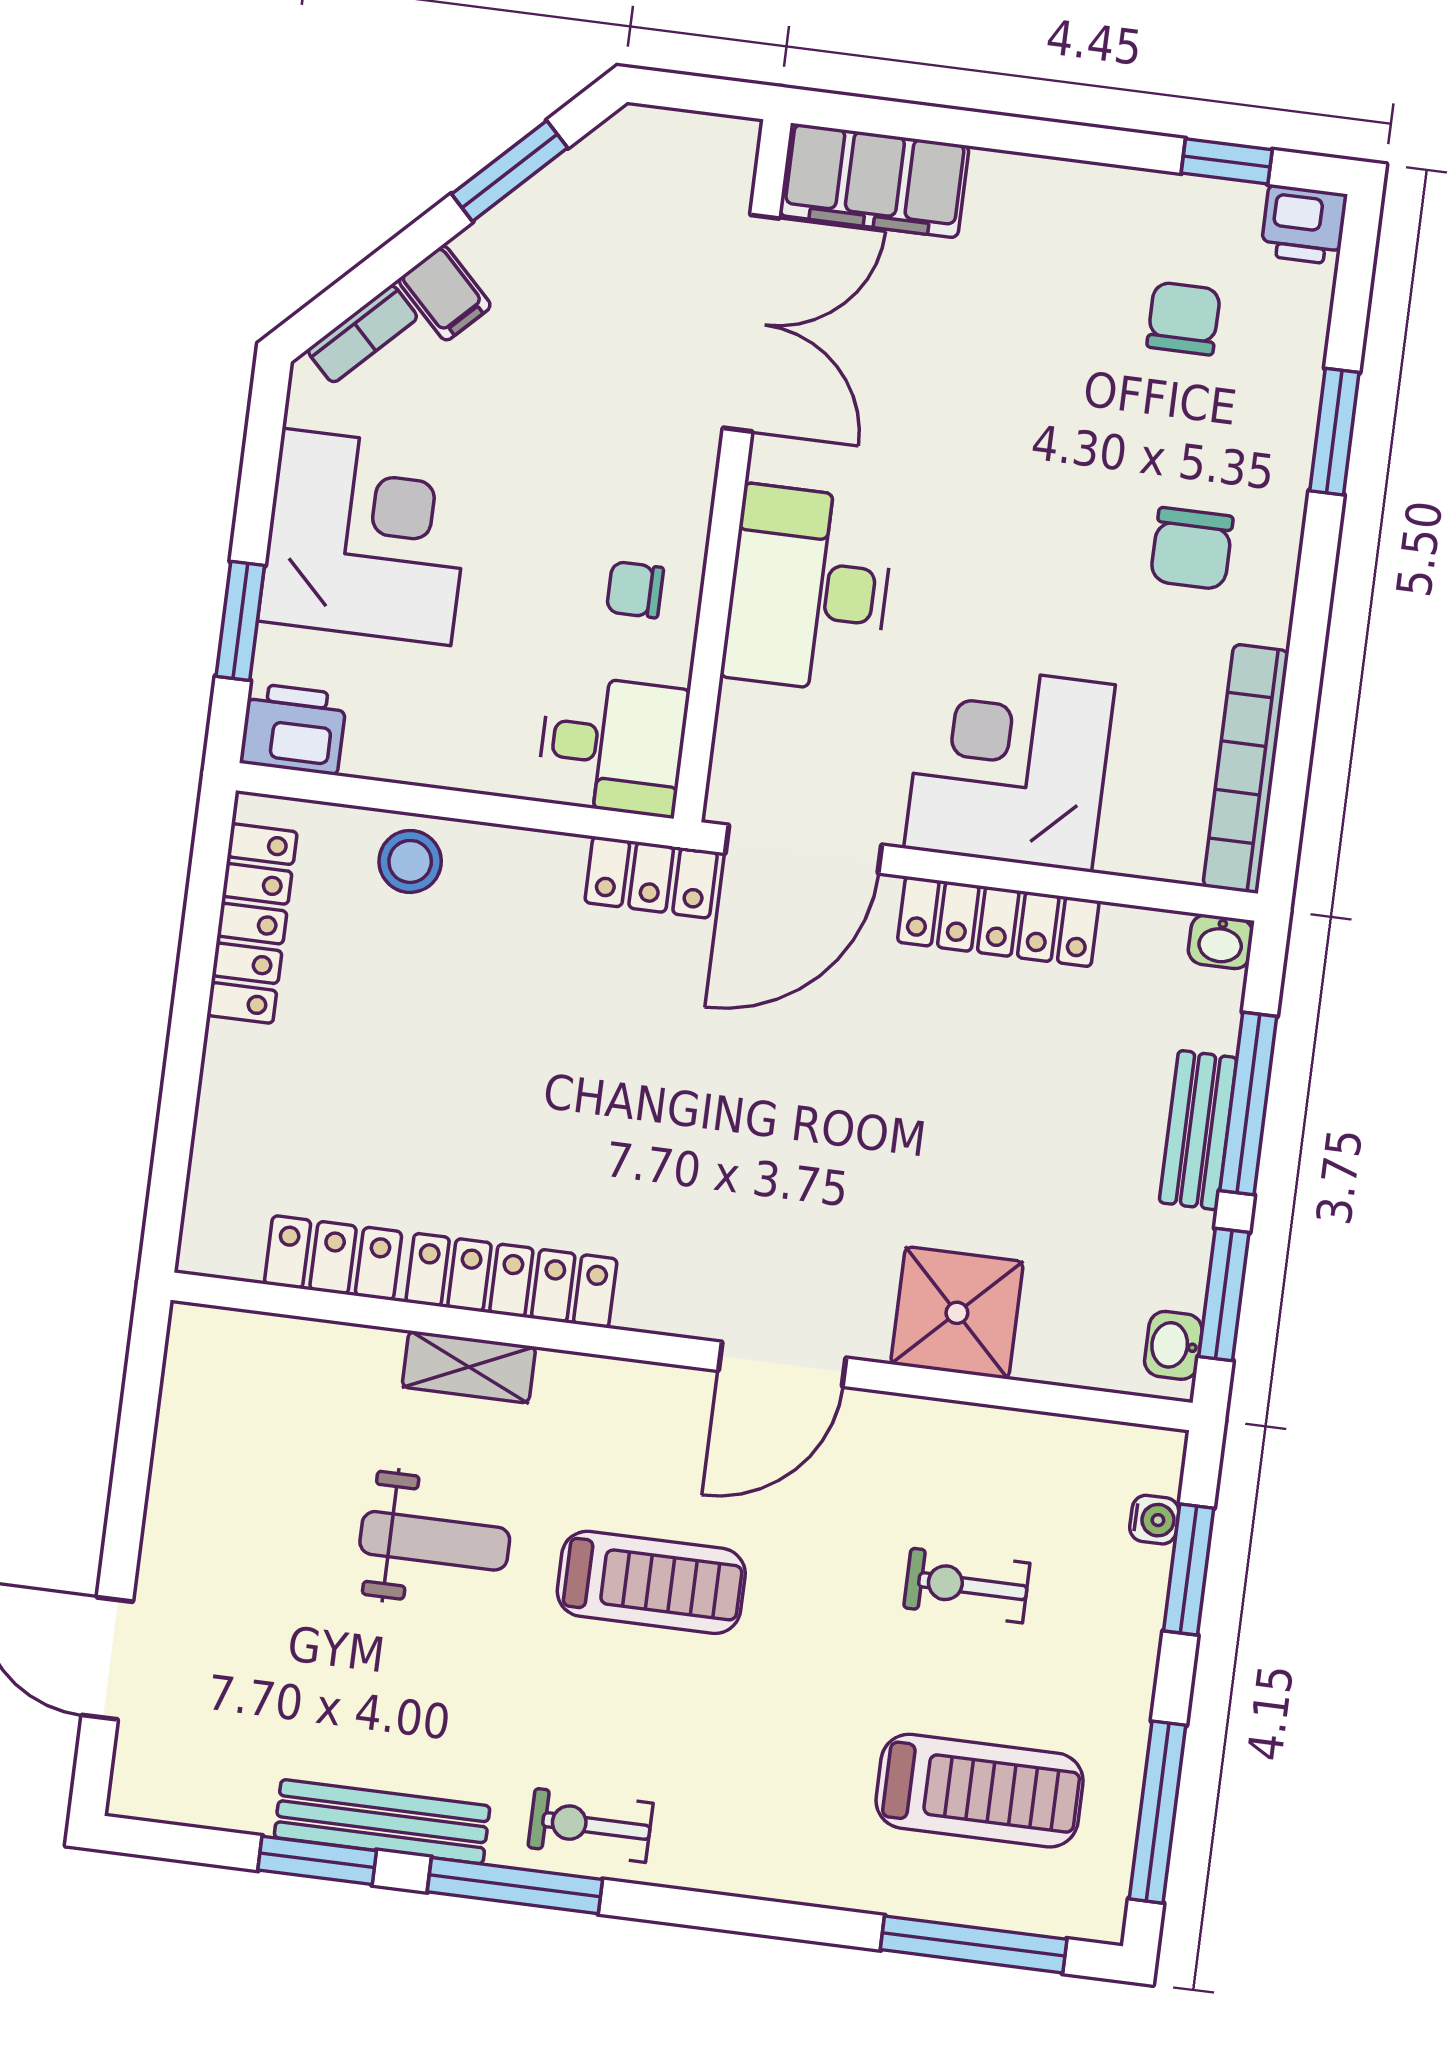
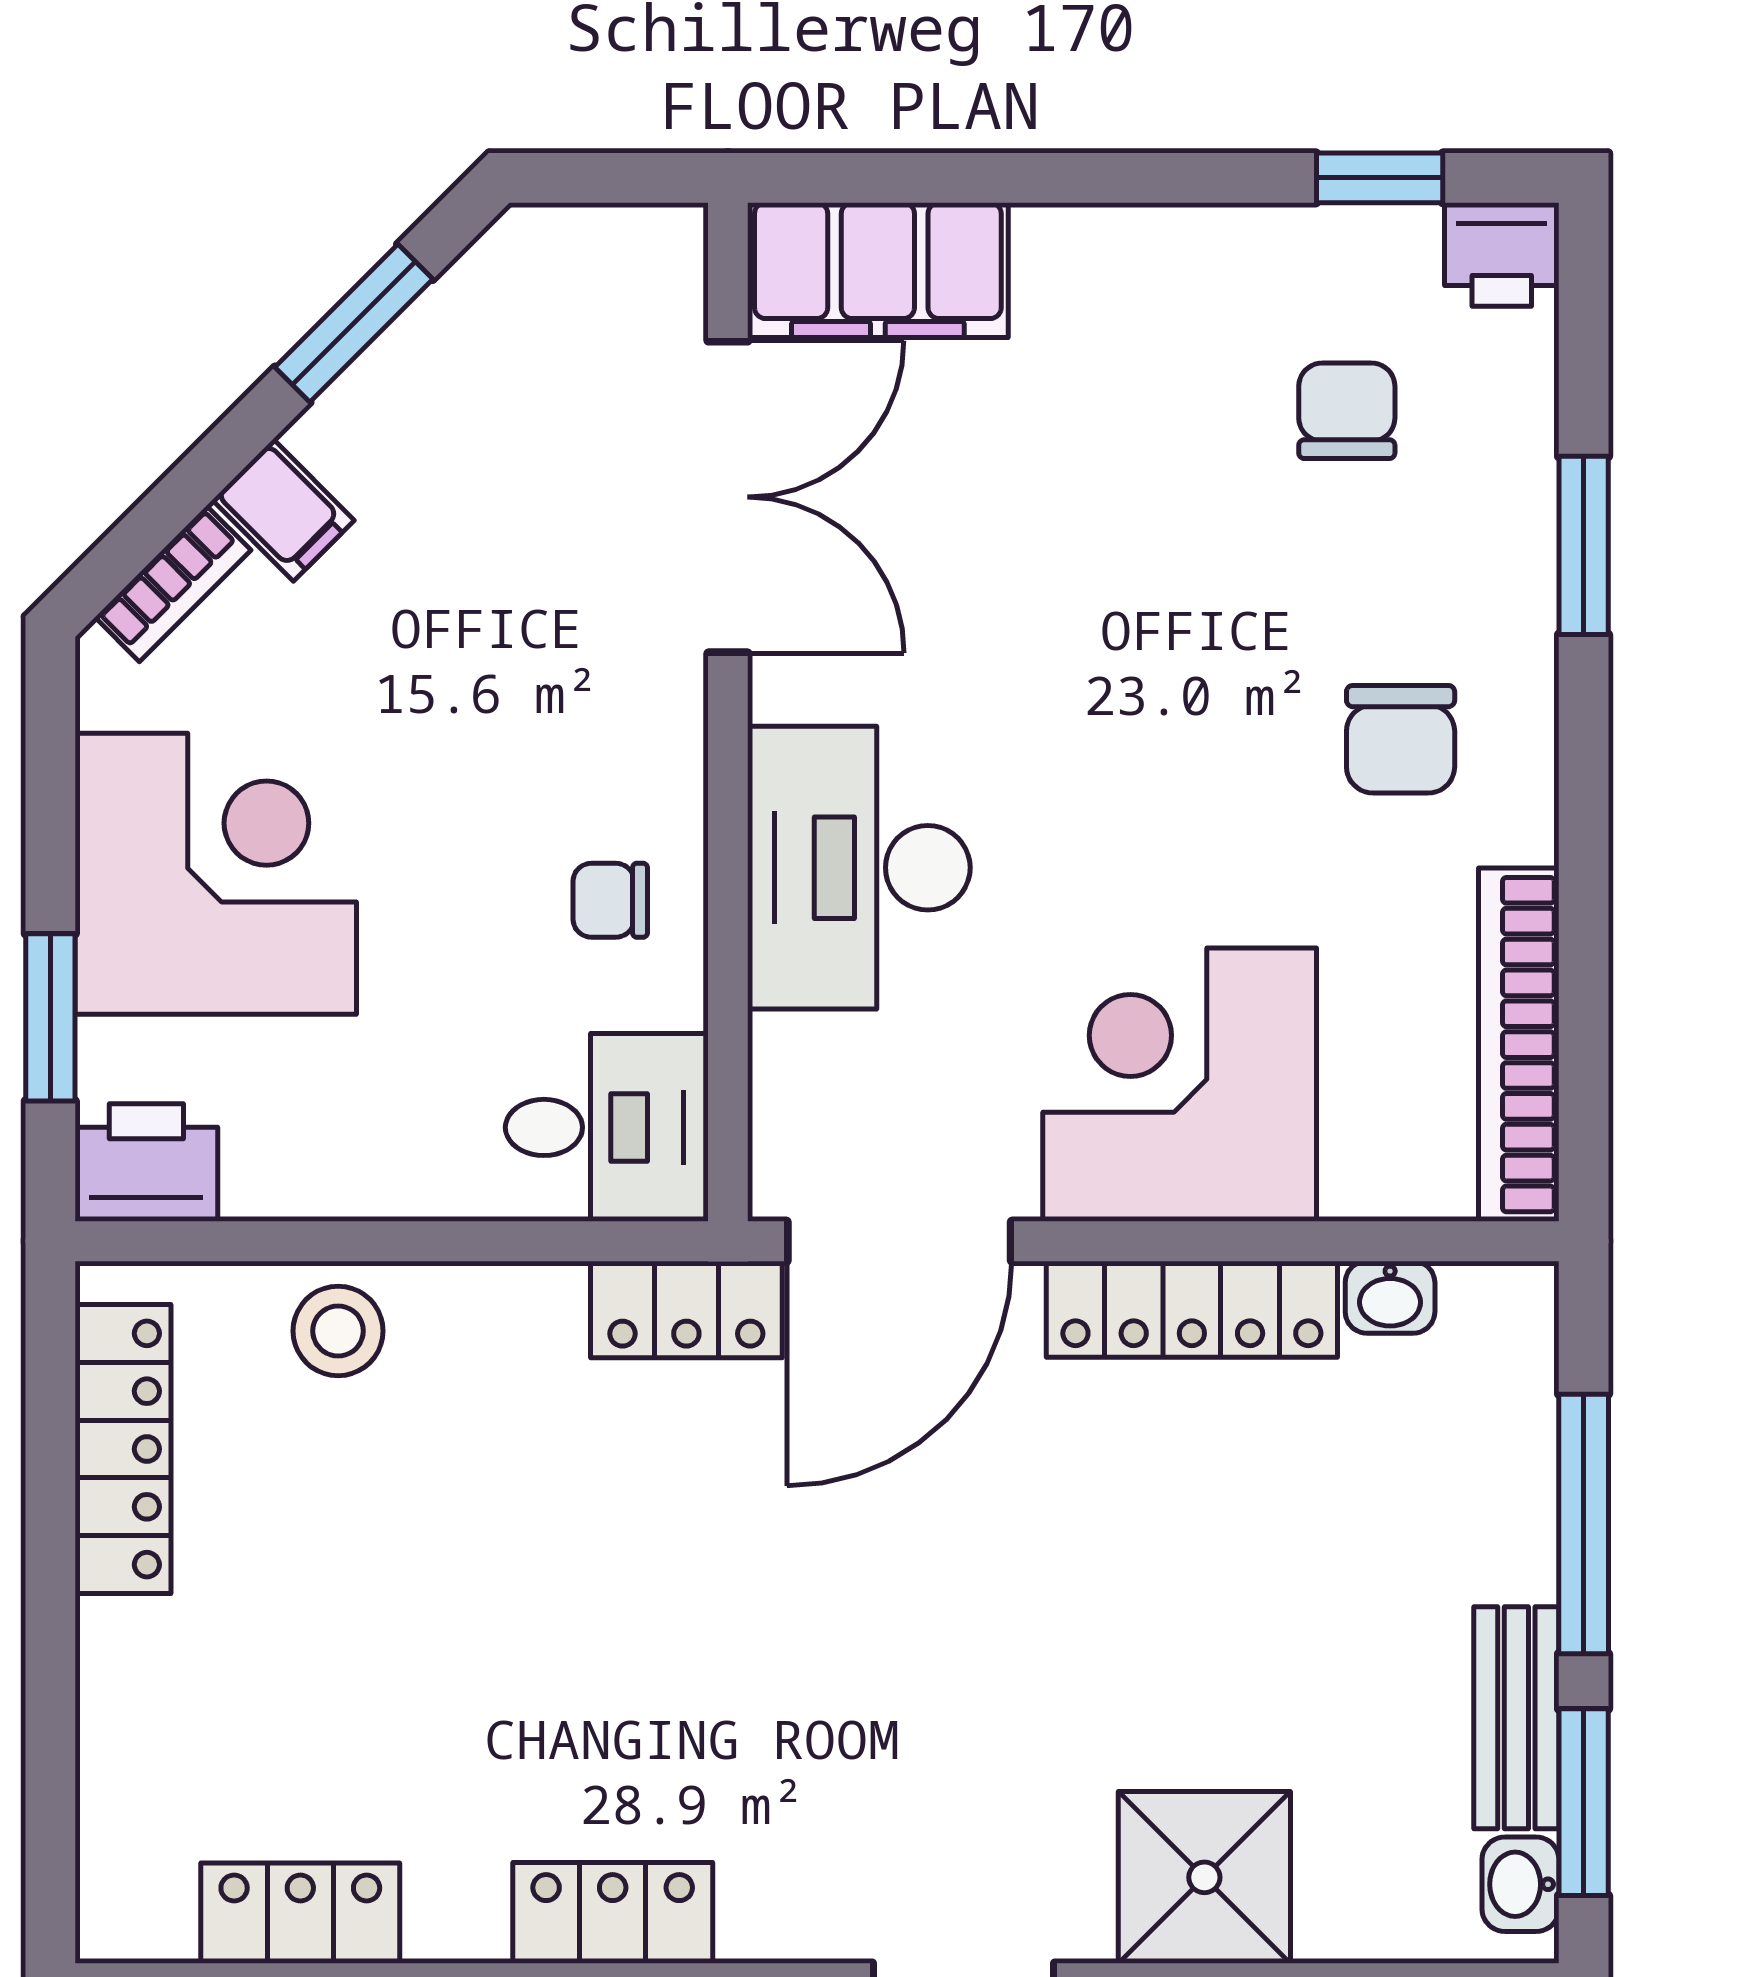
washbasin: (1221, 942) -> (1390, 1297), moved
bench: (1198, 1130) -> (1516, 1718), moved
locker: (511, 1281) -> (613, 1913), width x0.66

